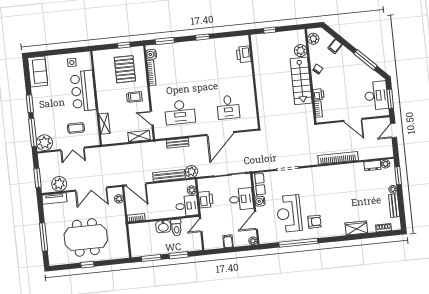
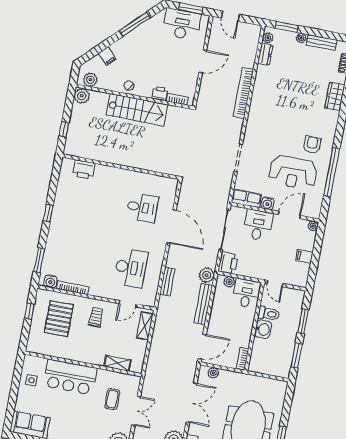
plant: (301, 51) -> (82, 96), moved
pallet: (125, 69) -> (59, 319), turned 90
printer: (206, 199) -> (228, 263), moved, turned 90
door: (256, 220) -> (289, 215), swing flipped

